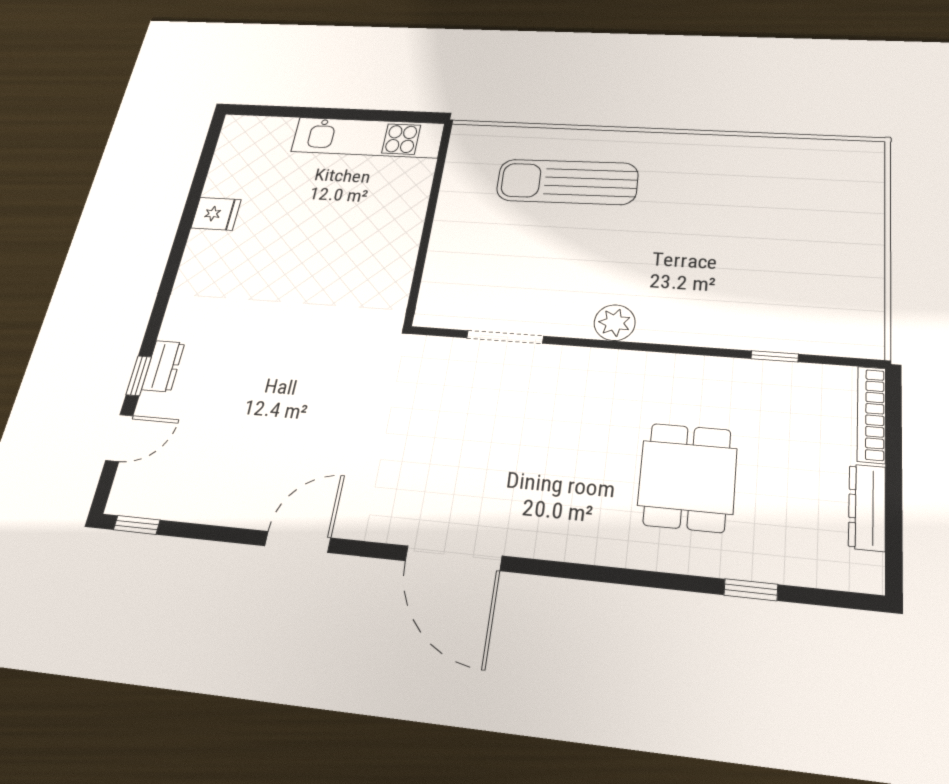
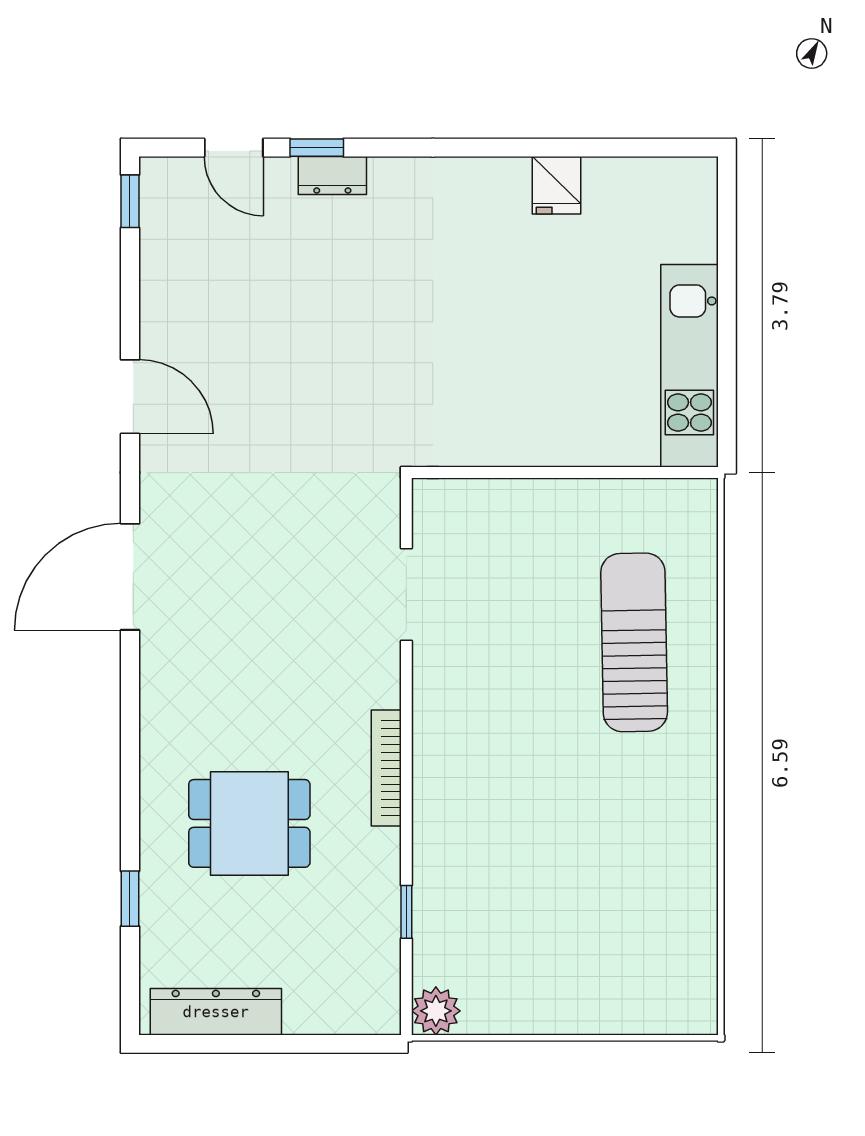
plant: (615, 323) -> (436, 1011), moved
bookcase: (871, 414) -> (386, 768), moved, turned -90
dresser: (867, 507) -> (216, 1012), width x1.37, depth x1.24

